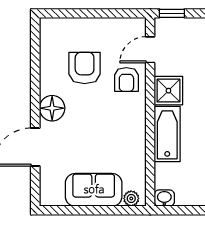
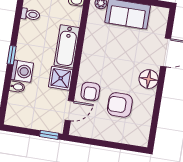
armchair: (85, 68) -> (120, 105), turned 90
armchair: (126, 80) -> (90, 91), turned 180

